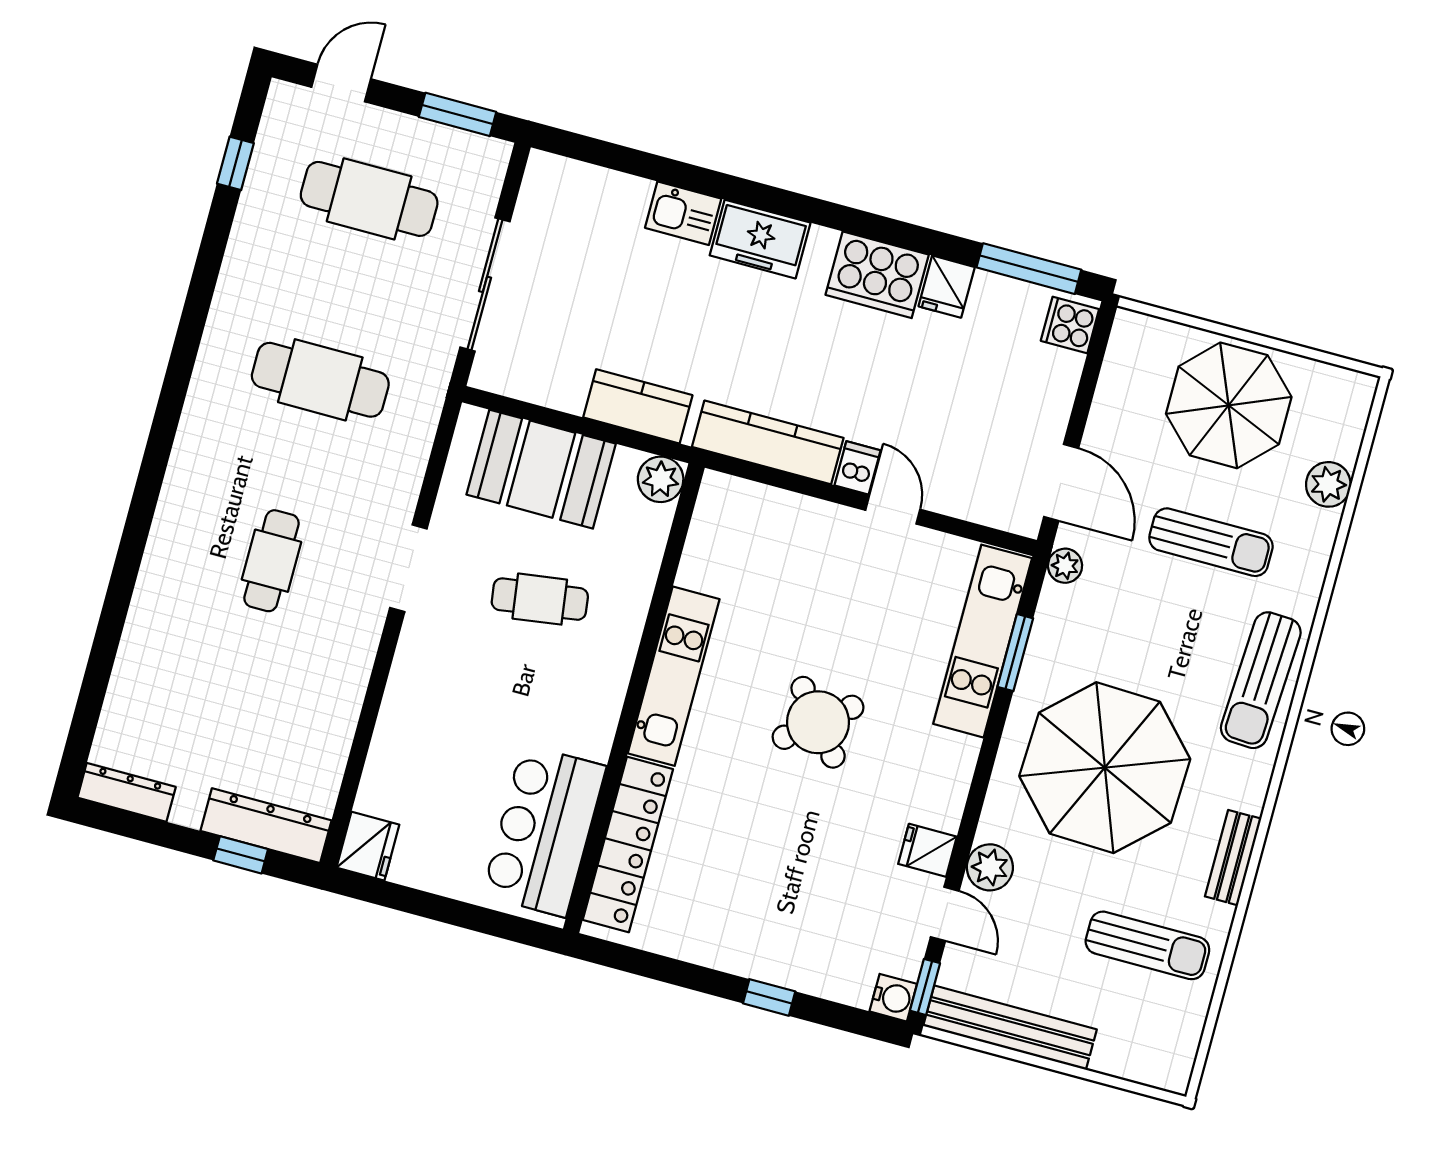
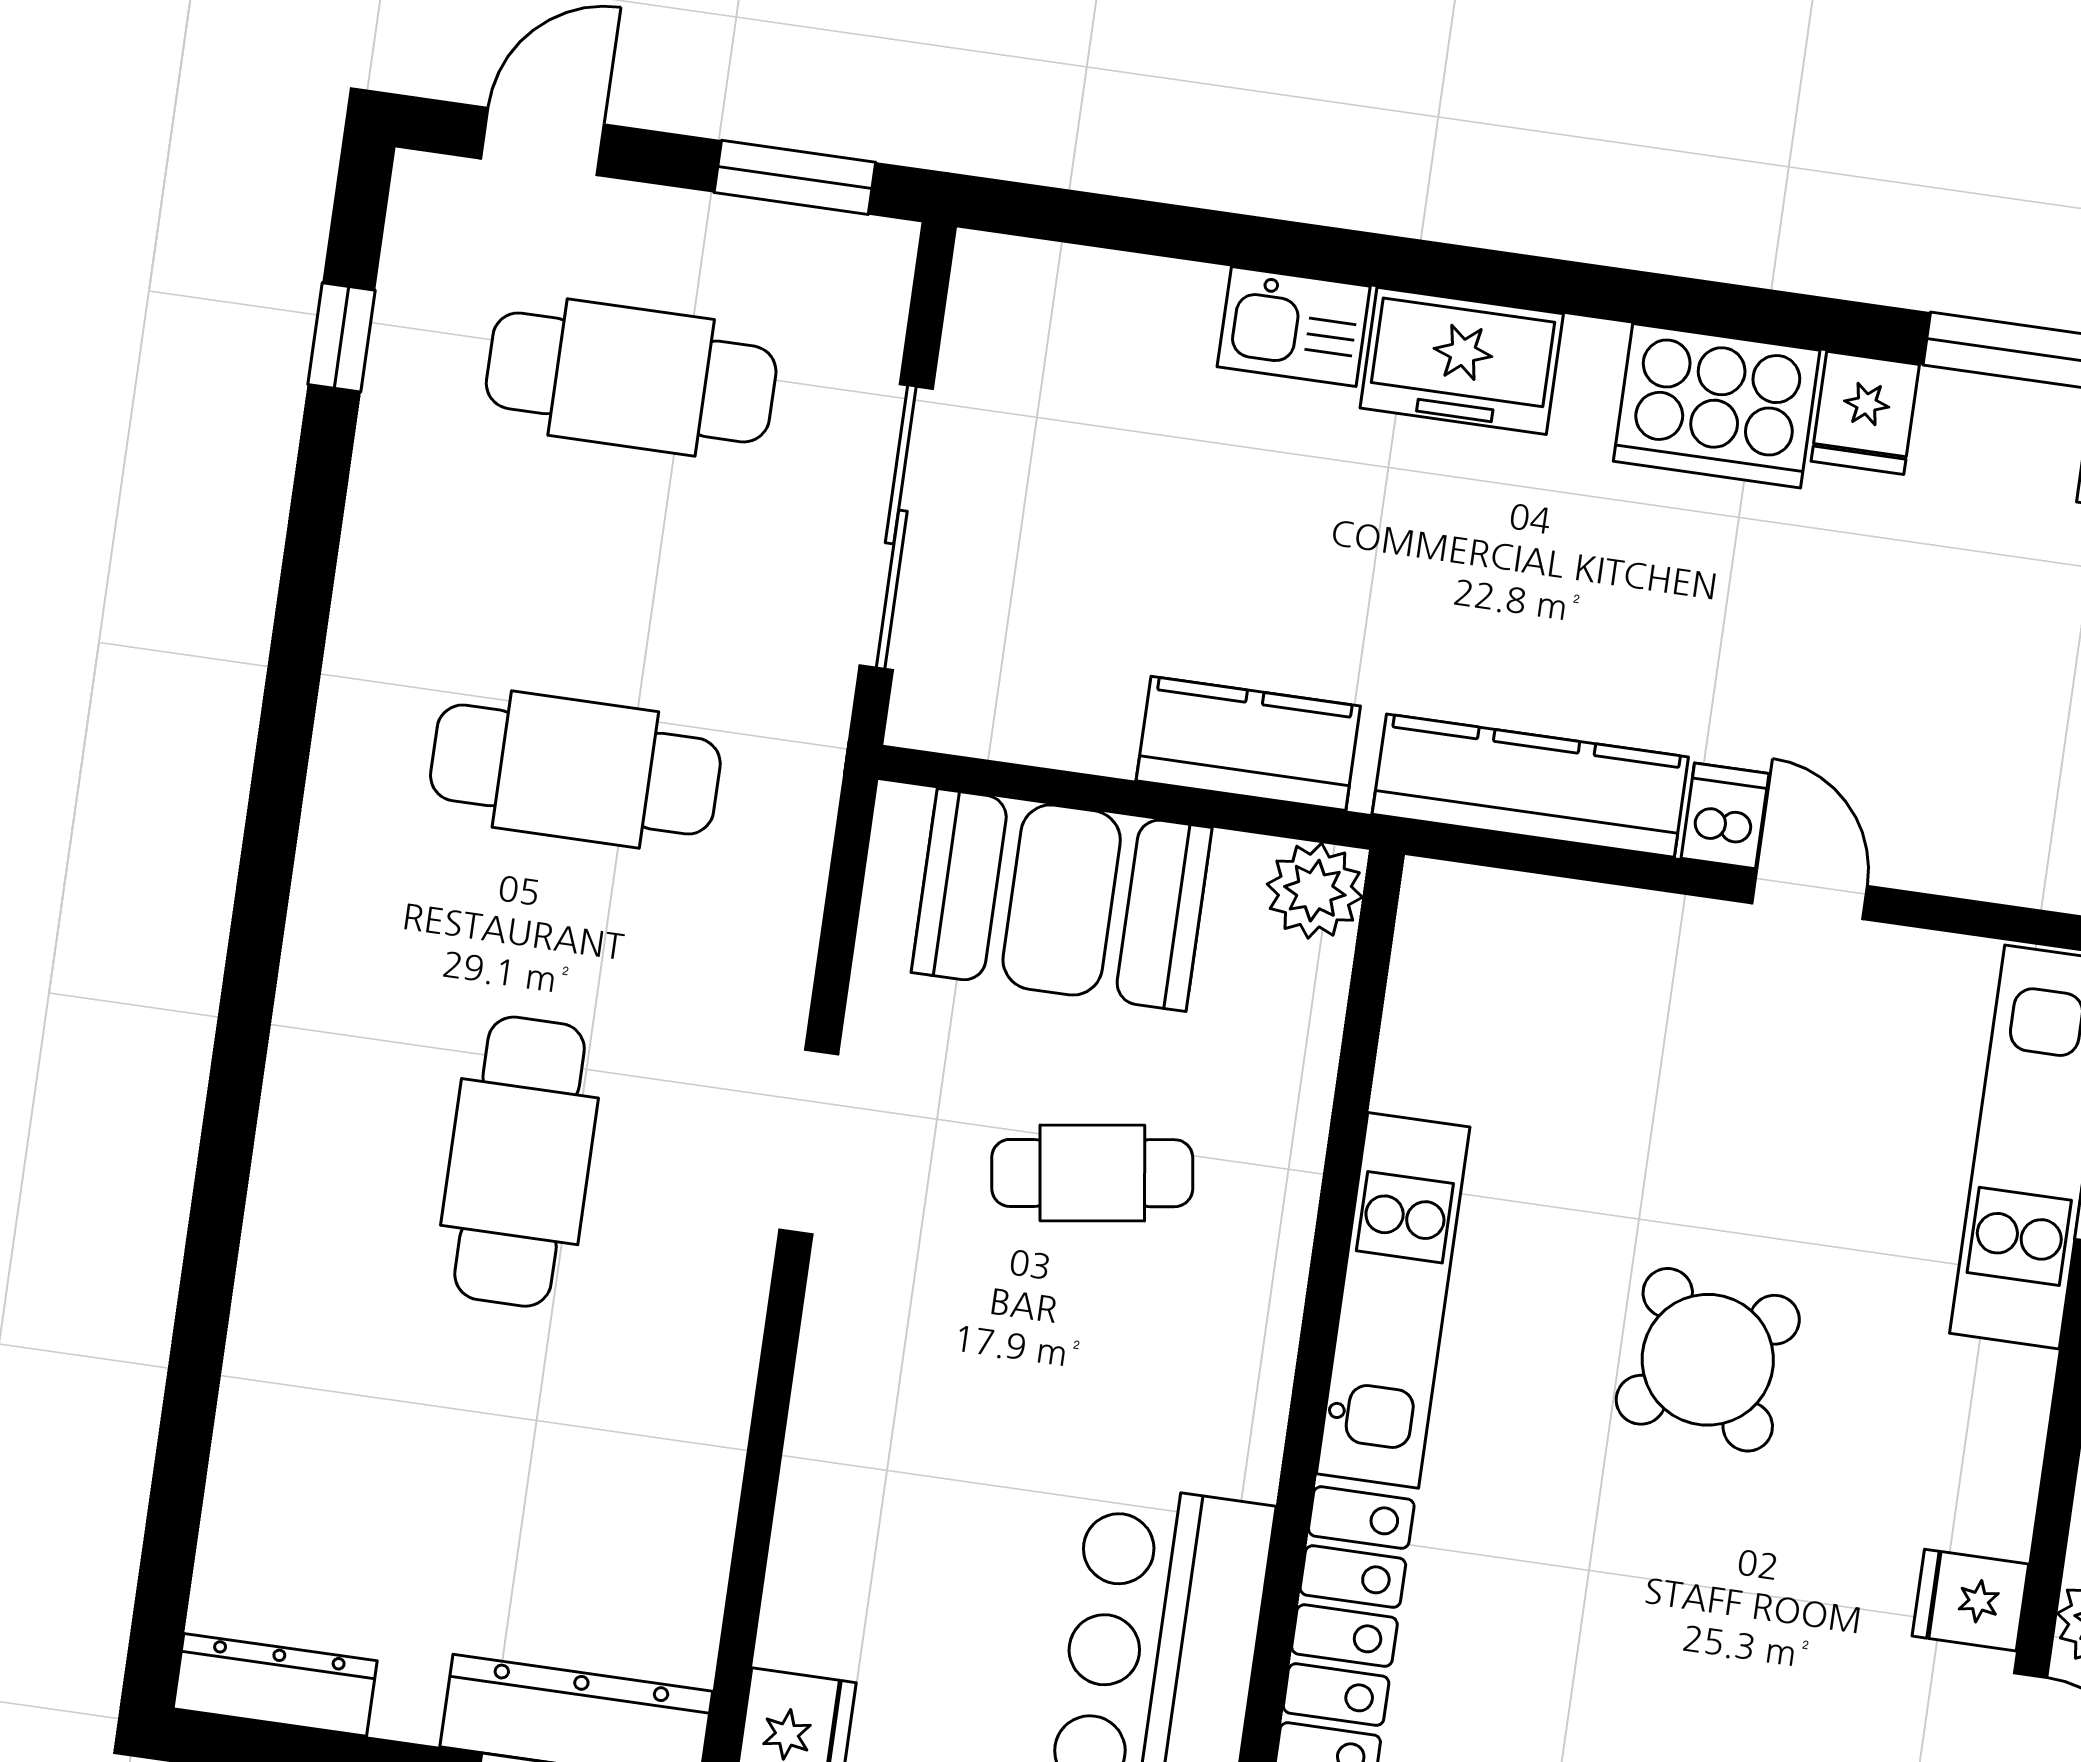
cafe table: (271, 561) -> (520, 1162), width x1.37, depth x1.35

